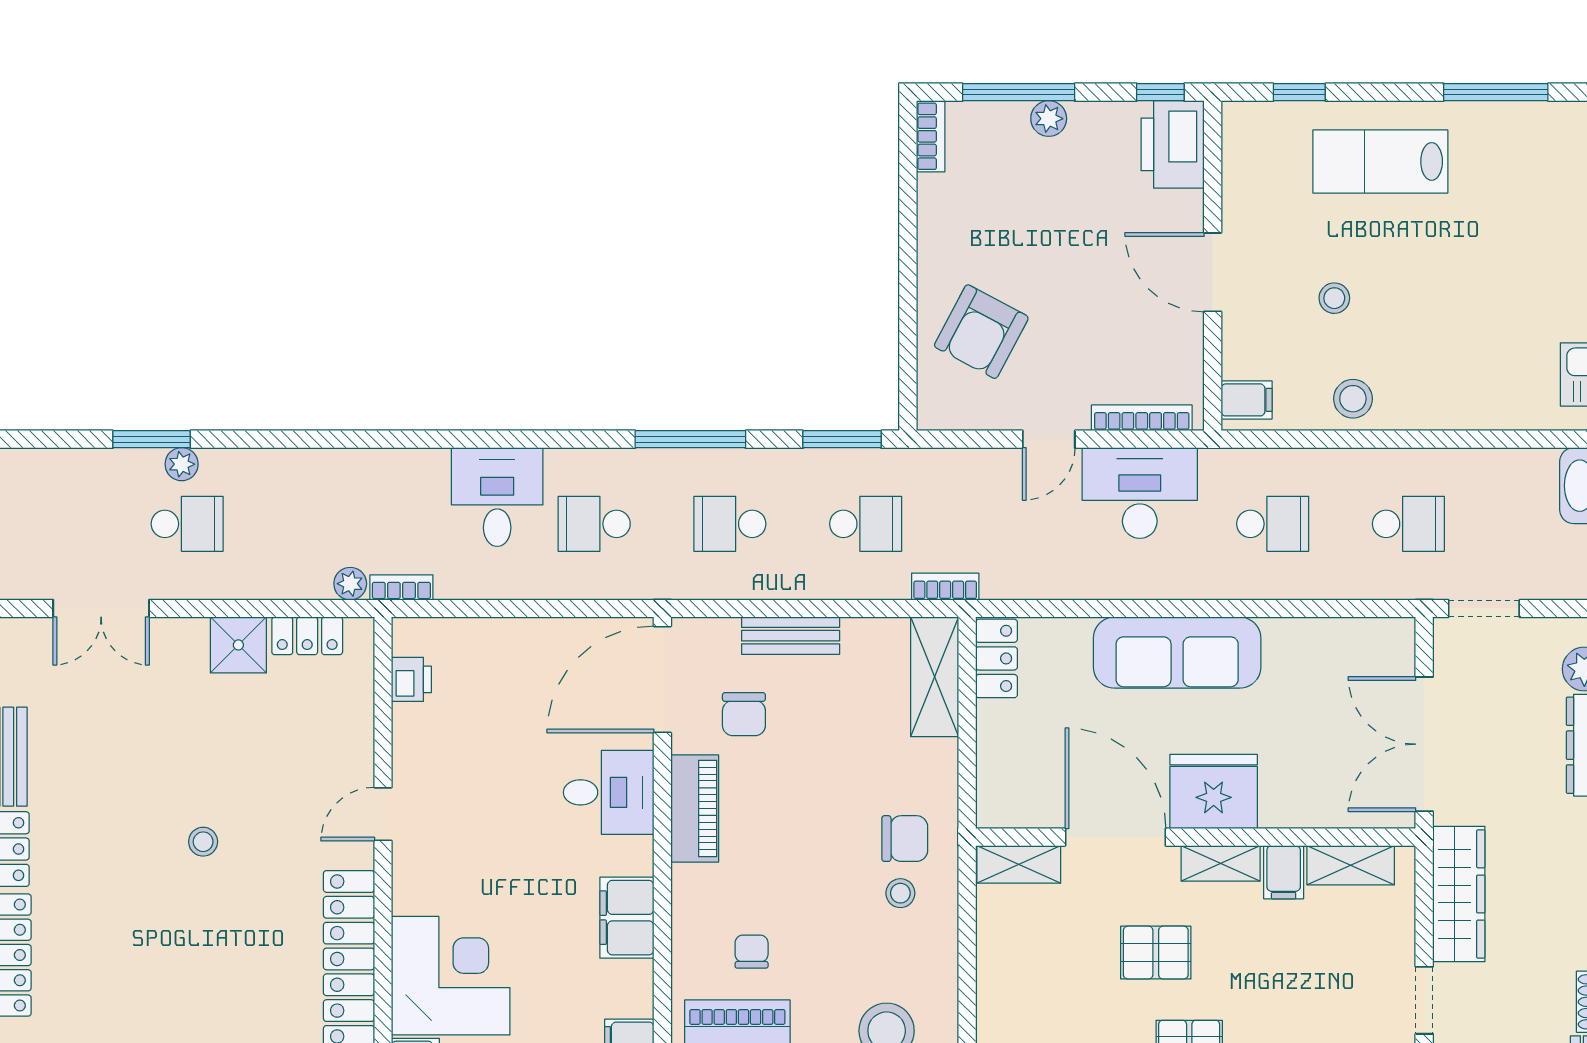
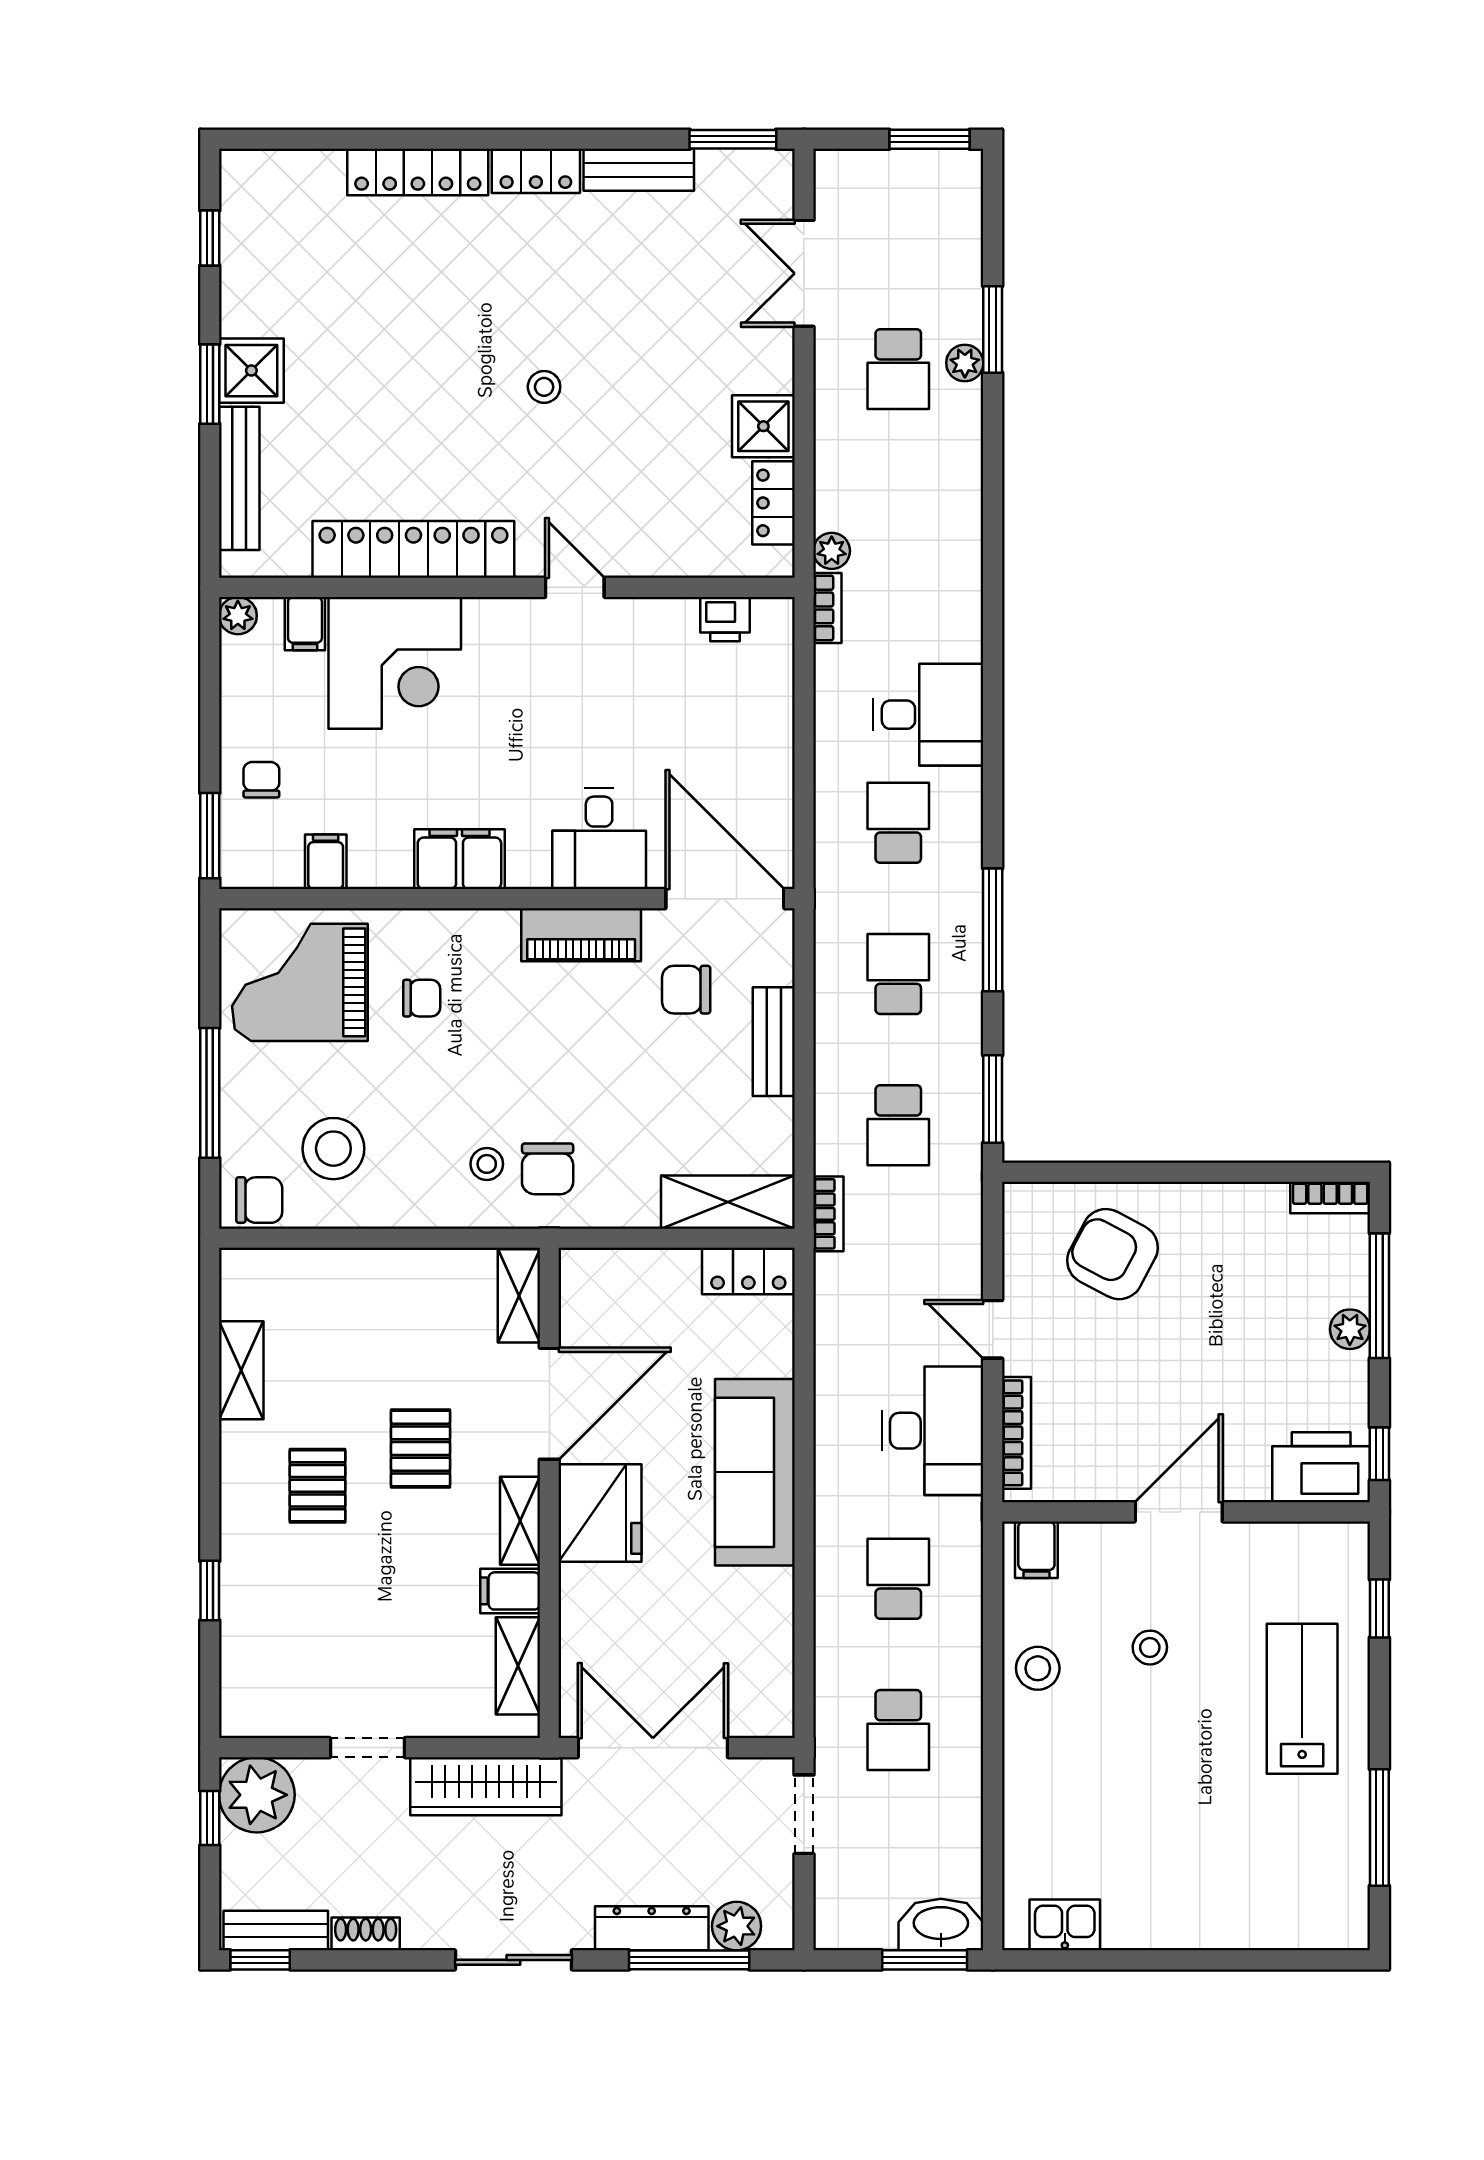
school desk: (1273, 524) -> (898, 1579), turned 180

